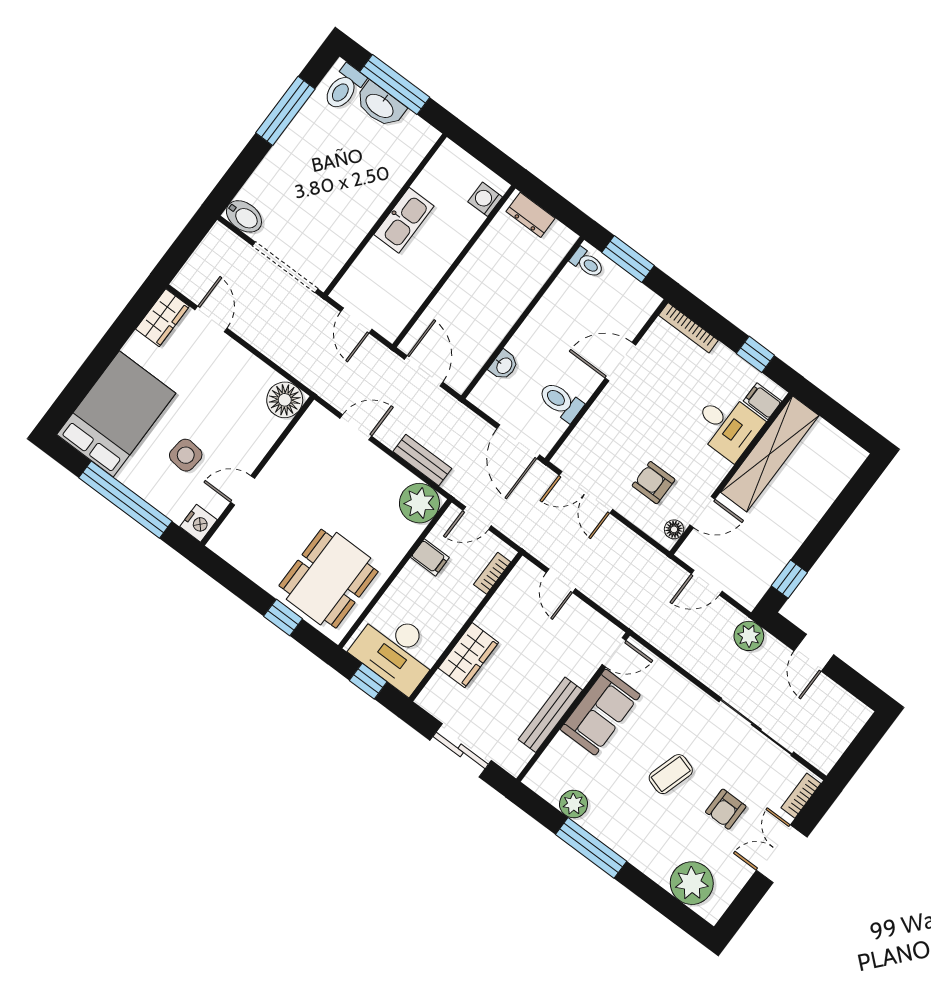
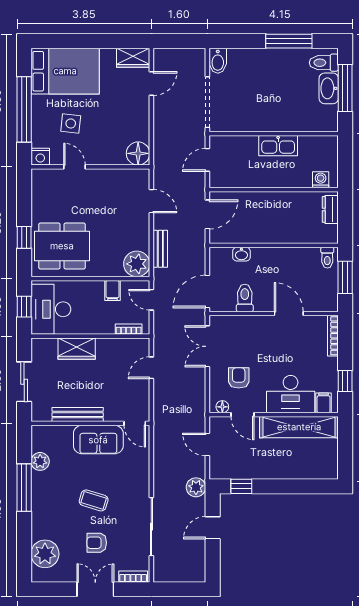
desk: (727, 426) -> (291, 394), width x1.37

